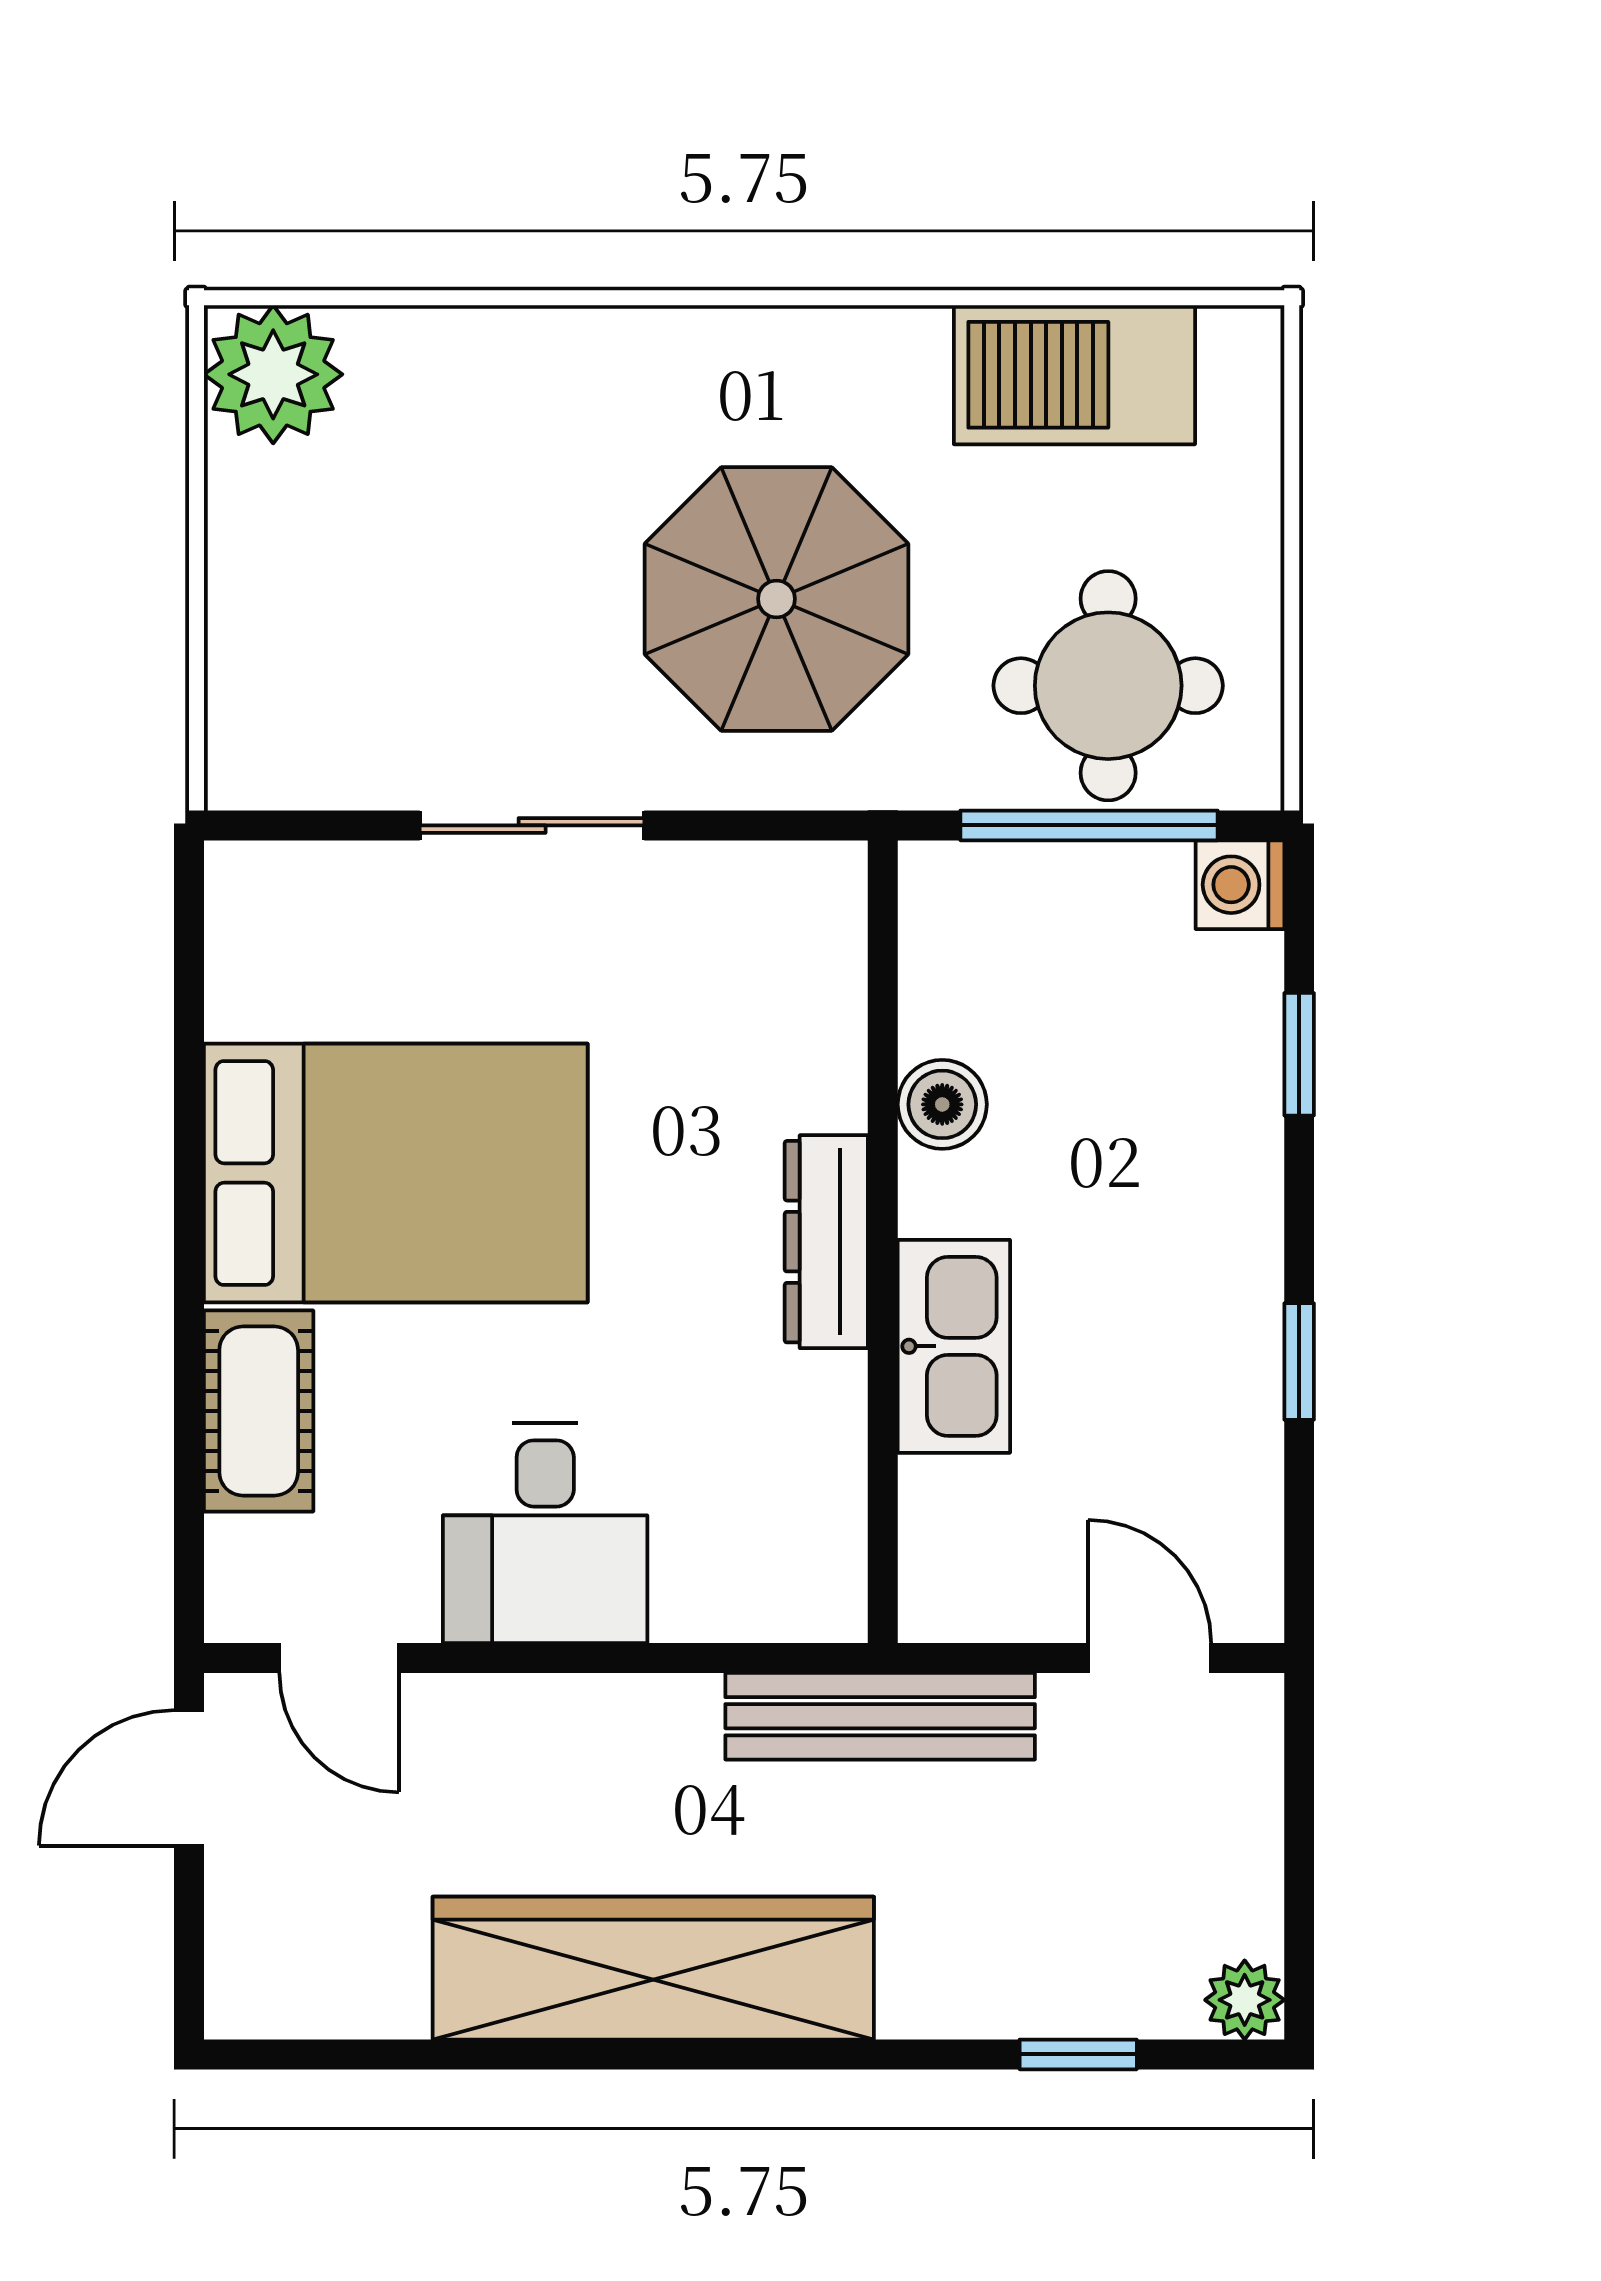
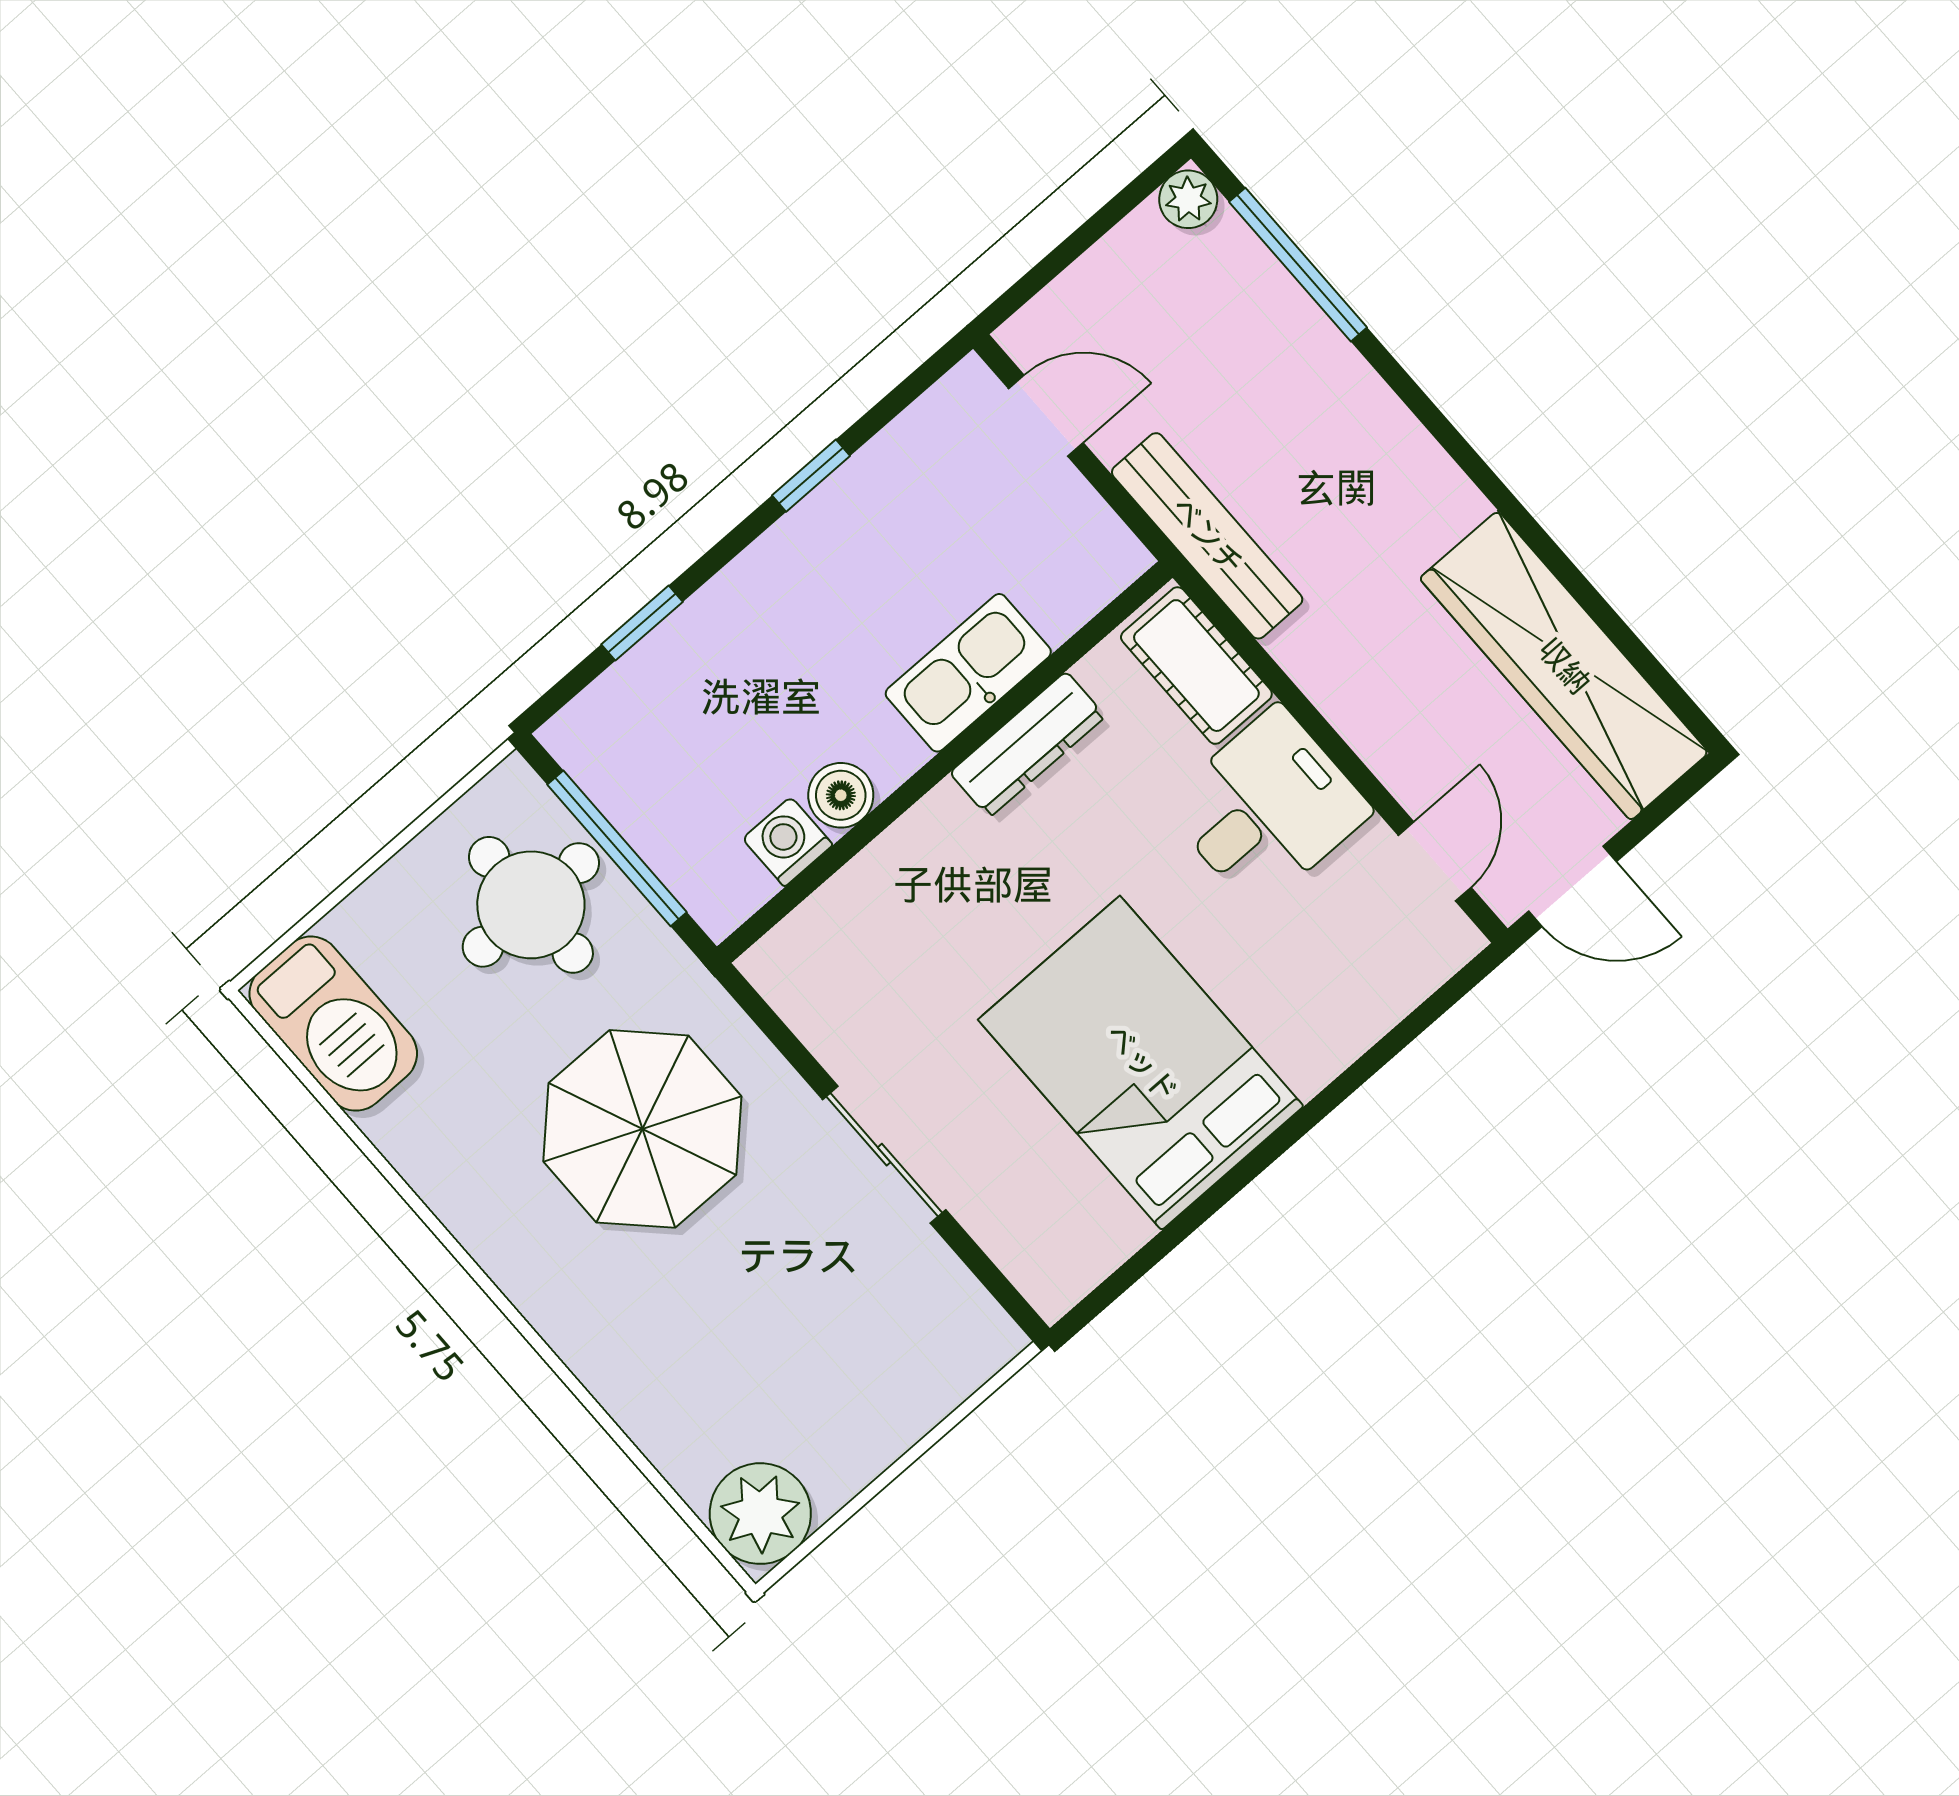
barbecue: (1074, 375) -> (333, 1024), moved
washing machine: (1240, 885) -> (788, 842), moved, turned 180
dresser: (826, 1242) -> (1028, 745), moved
cot: (259, 1411) -> (1196, 666), moved, turned 90
door: (1149, 1658) -> (1046, 416), swing flipped
wardrobe: (653, 1968) -> (1564, 666), moved
window: (1078, 2054) -> (1298, 265), width x2.17

